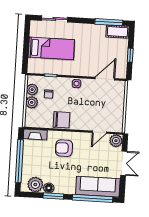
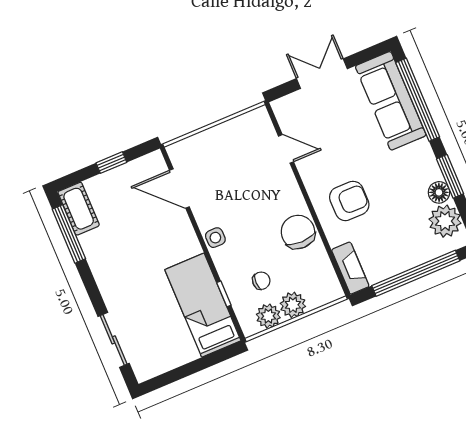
bed: (51, 48) -> (203, 305), moved
plant: (116, 141) -> (287, 109), removed
armchair: (64, 148) -> (349, 201), turned -90

